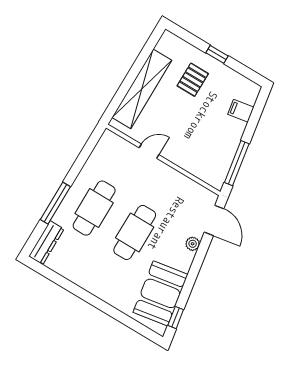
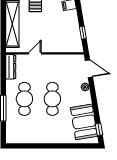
window: (237, 163) -> (83, 33), width x0.46
dresser: (46, 243) -> (11, 67), moved

